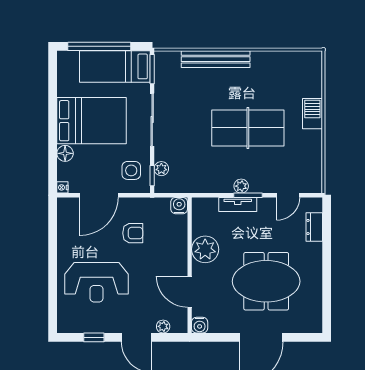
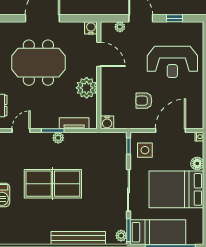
plant: (161, 169) -> (121, 236), moved
tv unit: (238, 204) -> (74, 123), moved
reception desk: (97, 282) -> (172, 62), turned 180

